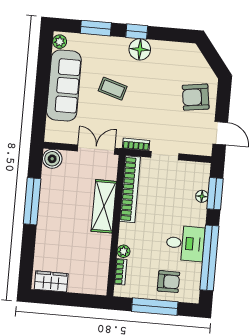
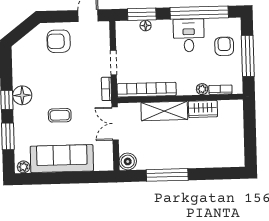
coffee table: (113, 89) -> (60, 115), turned 73
armchair: (196, 97) -> (59, 41), turned 98
wardrobe: (51, 281) -> (203, 109), moved, turned -90

